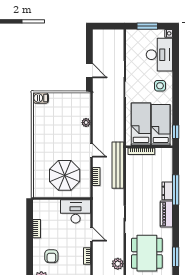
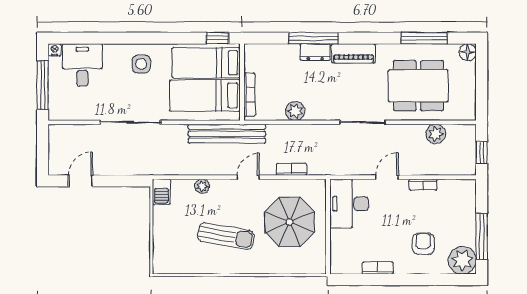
window: (147, 26) -> (43, 85), width x1.44
desk: (159, 55) -> (82, 65), width x0.73
door: (89, 71) -> (80, 181), moved
barbecue: (41, 98) -> (161, 192), moved
sun lounger: (56, 137) -> (226, 236), added
bench: (118, 165) -> (227, 134), moved
plant: (132, 179) -> (295, 111), added
armchair: (51, 256) -> (423, 244), turned -90
window: (176, 257) -> (424, 38), width x1.44

